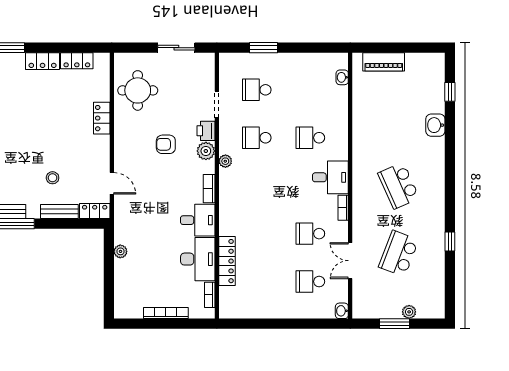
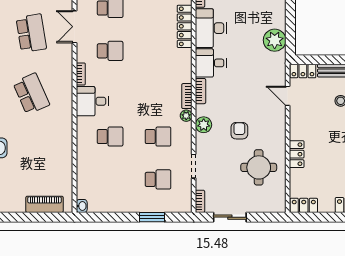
locker: (77, 61) -> (304, 205), moved
bookcase: (210, 65) -> (200, 201), added
washbasin: (342, 77) -> (82, 206), moved
round table: (138, 90) -> (259, 167), moved
printer: (206, 131) -> (203, 143), removed
armchair: (166, 144) -> (239, 131), turned -90
bookcase: (225, 183) -> (187, 96), added
plant: (120, 251) -> (275, 40), width x1.88, depth x1.88
school desk: (399, 253) -> (31, 33), turned -30
double door: (350, 261) -> (74, 27), swing flipped

